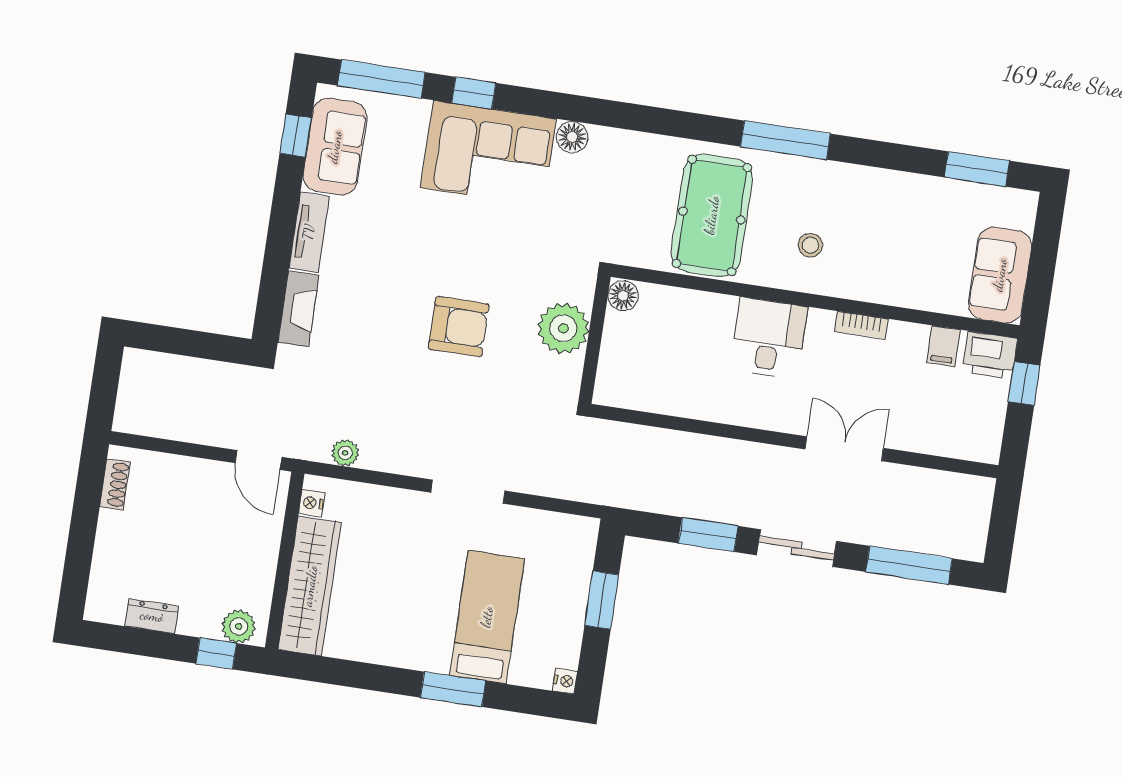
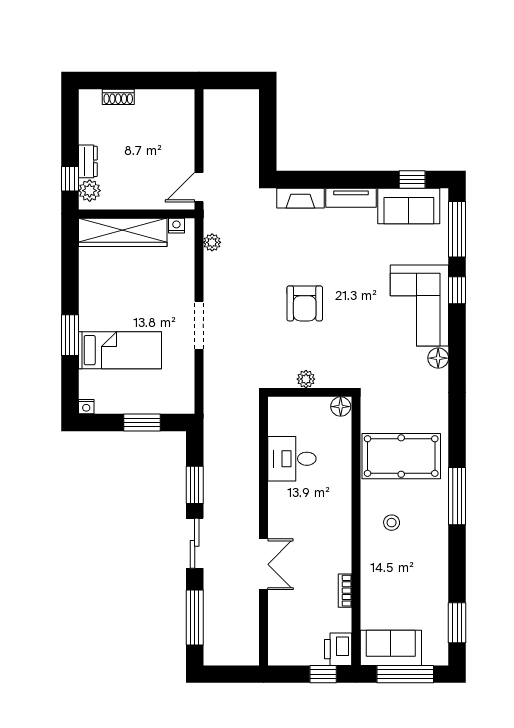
window: (1043, 259) -> (405, 674), added
bookcase: (861, 325) -> (345, 591), moved
plant: (563, 328) -> (306, 379), width x0.53, depth x0.53
desk: (769, 338) -> (292, 459), moved, turned 180
filing cabinet: (943, 346) -> (339, 618), removed
shoe rack: (115, 484) -> (118, 97), moved
dresser: (152, 616) -> (88, 161), moved

